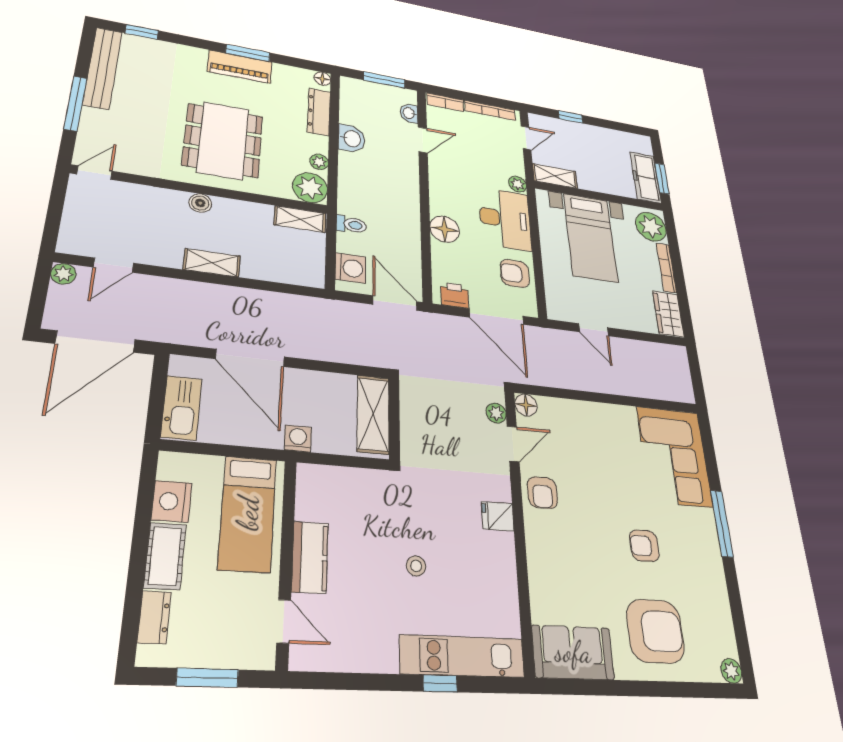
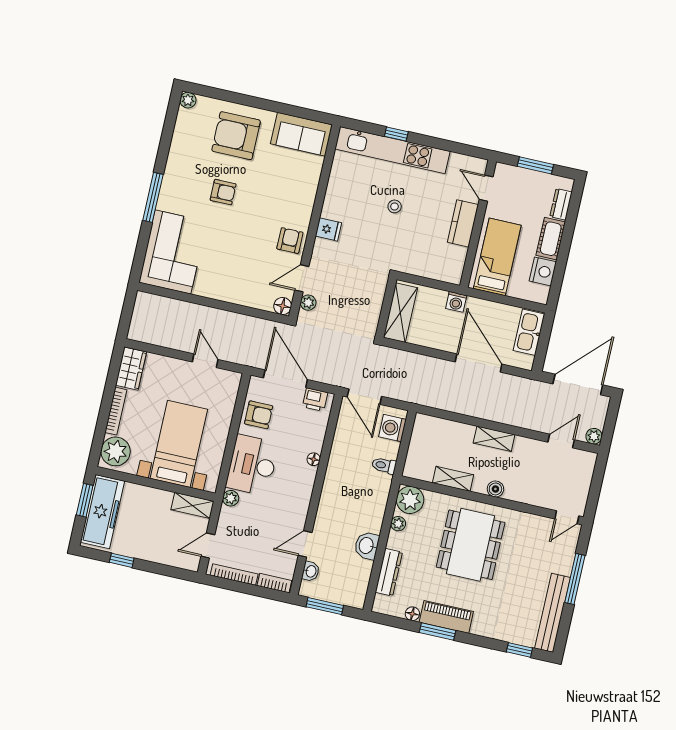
floor lamp: (322, 79) -> (412, 614), moved
window: (571, 117) -> (122, 560), moved
freezer: (646, 177) -> (102, 512), width x1.36, depth x1.26
shelving: (300, 219) -> (453, 479), moved
floor lamp: (445, 229) -> (314, 459), width x0.53, depth x0.53
kitchen unit: (462, 656) -> (392, 150), width x1.36

